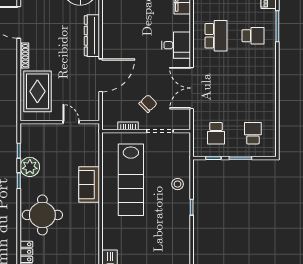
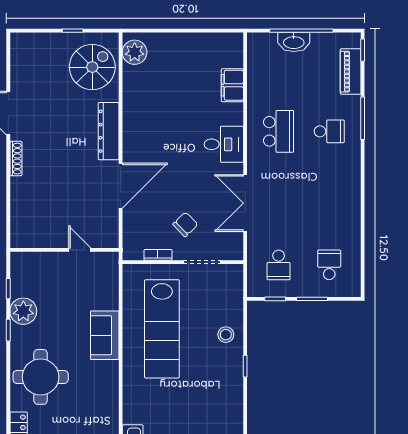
rug: (37, 91) -> (34, 208), removed

